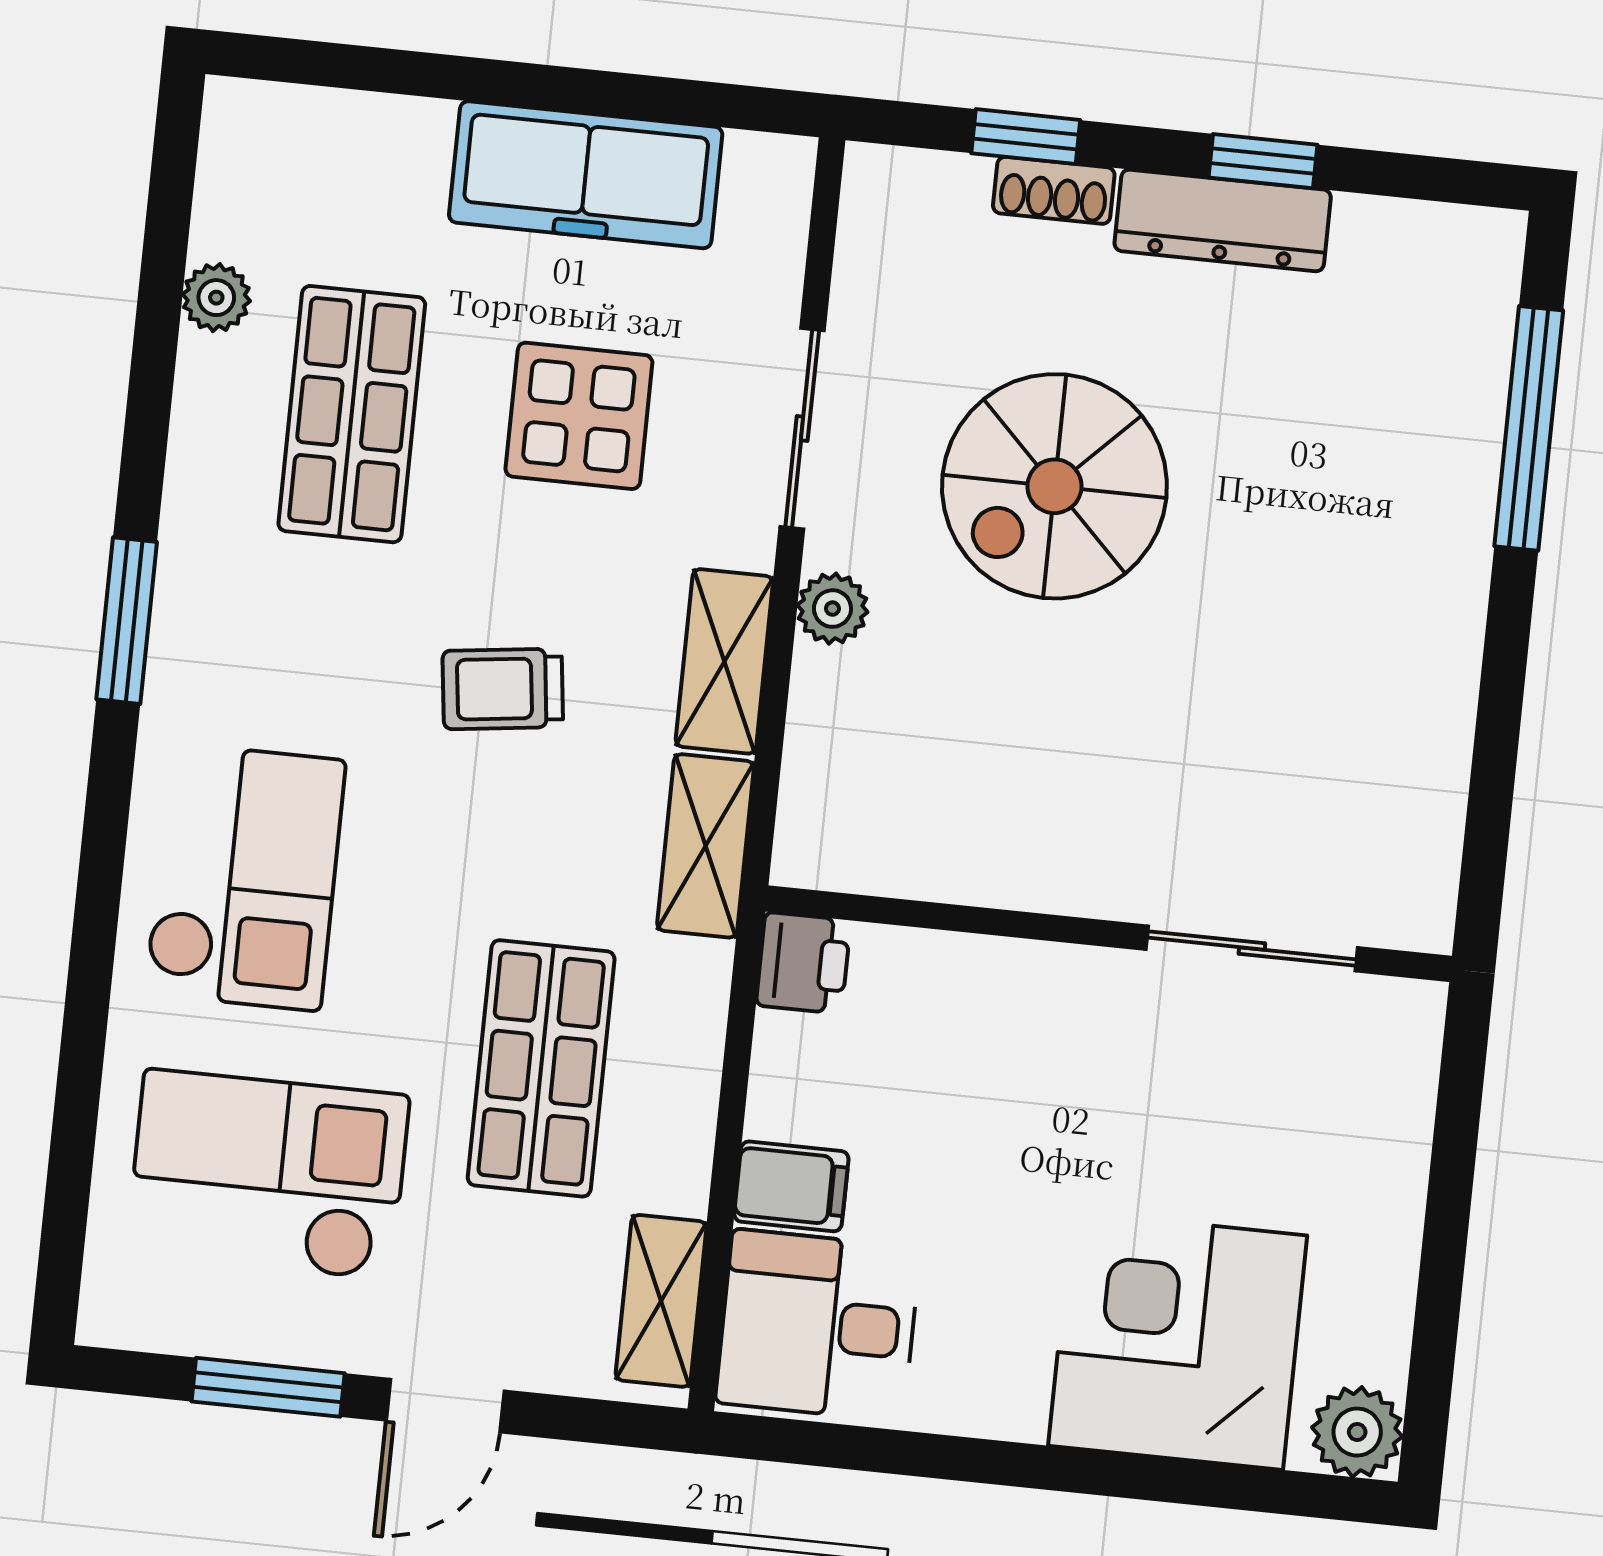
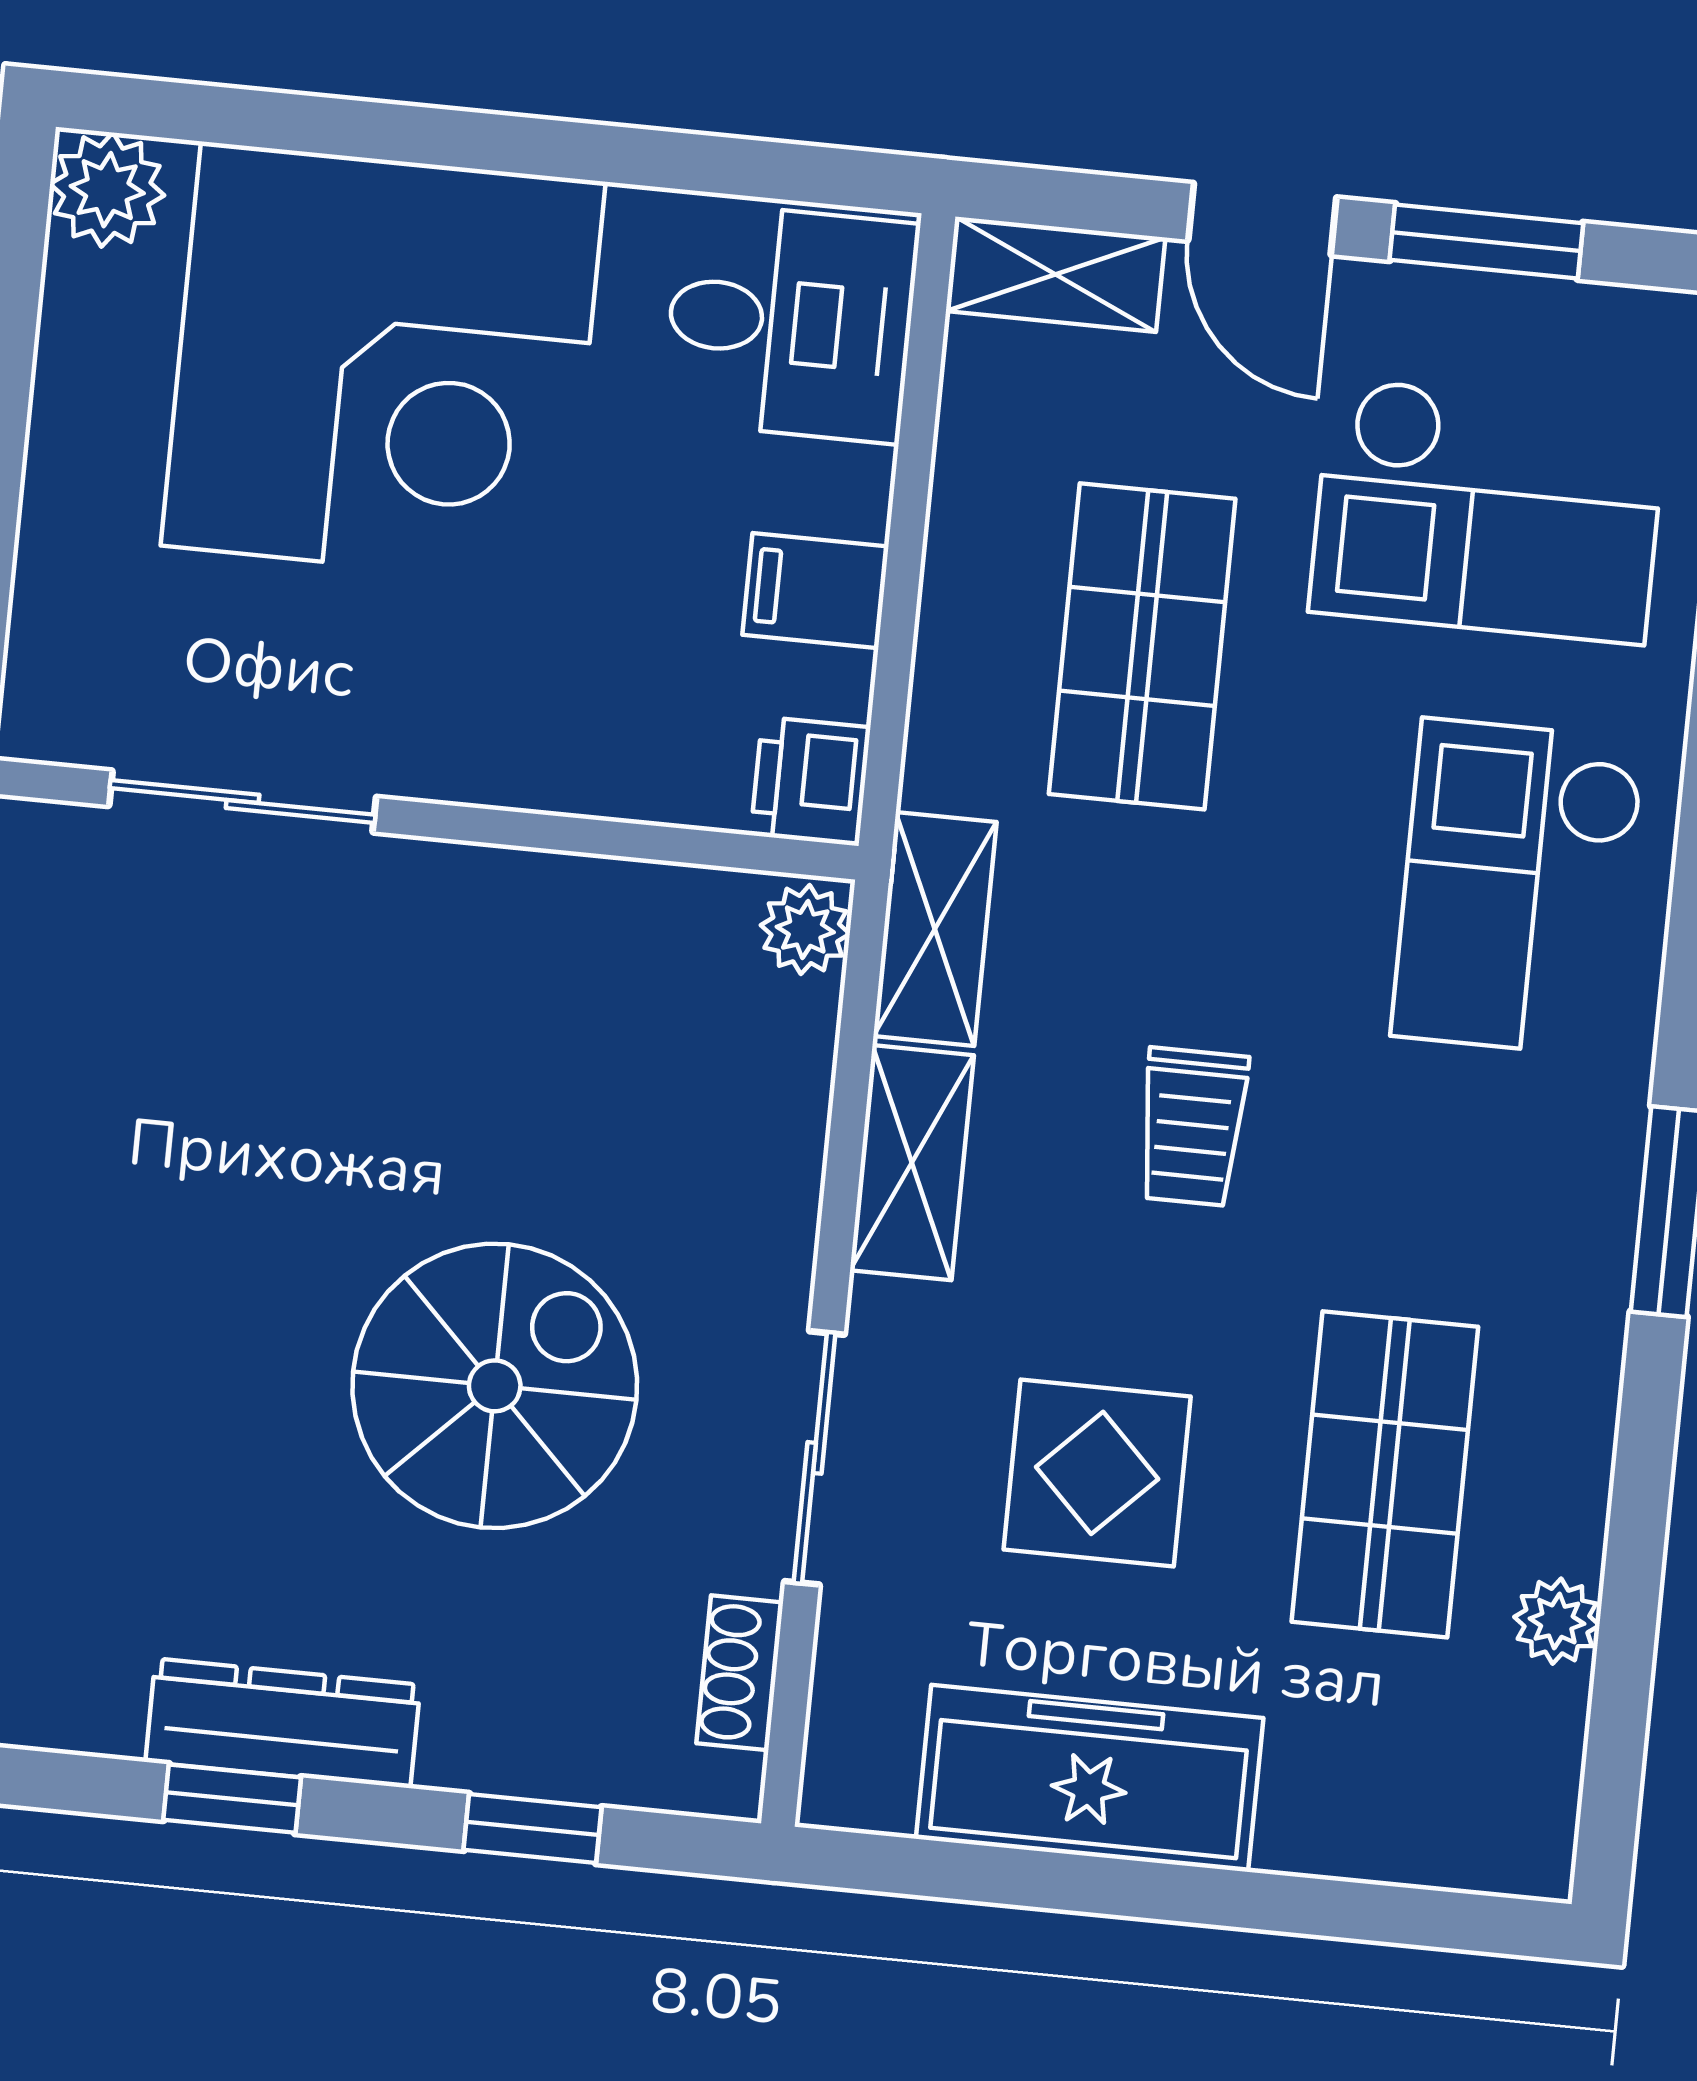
shoe rack: (1054, 190) -> (740, 1673), moved, turned -90
plant: (832, 609) -> (805, 929), moved
trolley: (503, 689) -> (1192, 1127), turned 97
filing cabinet: (791, 1186) -> (816, 591), moved
shelving: (661, 1301) -> (1056, 274), moved, turned 90
corner desk: (1178, 1341) -> (383, 364), width x1.36, depth x1.36
door: (445, 1406) -> (1262, 219), swing flipped

